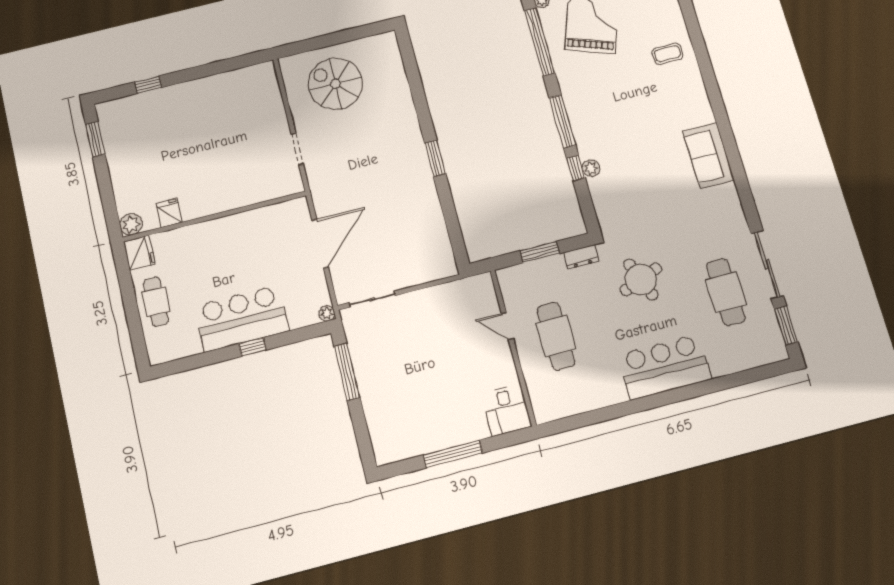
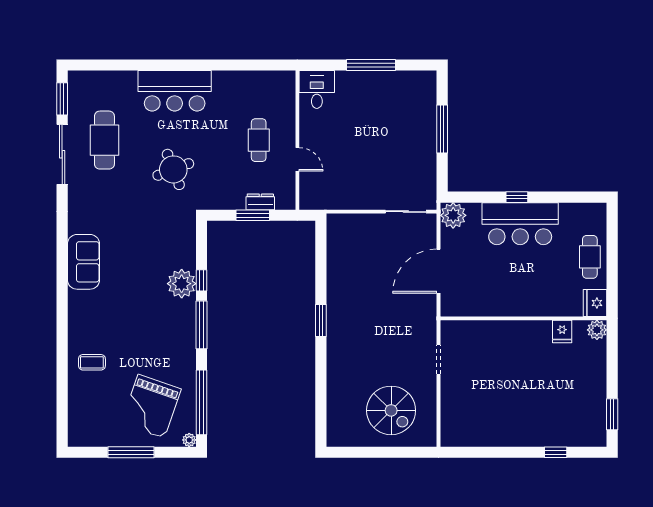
plant: (591, 168) -> (182, 284), width x1.87, depth x1.87
dresser: (581, 257) -> (260, 202), moved
plant: (327, 313) -> (453, 215), width x1.88, depth x1.88
cafe table: (556, 336) -> (259, 140), width x0.73, depth x0.74
window: (347, 372) -> (442, 129), moved

